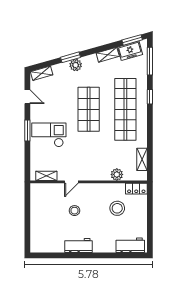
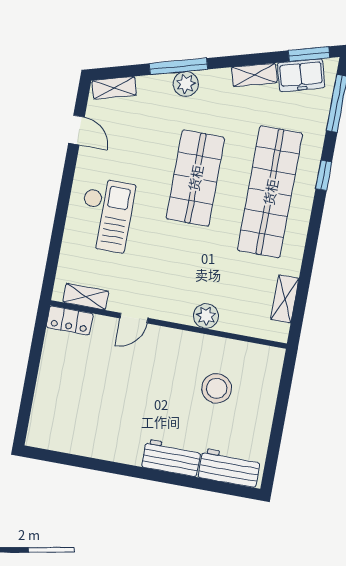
window: (71, 57) -> (178, 66), width x1.44
window: (27, 131) -> (64, 198), removed
checkout: (49, 135) -> (106, 215), turned 90
plant: (117, 174) -> (206, 316), moved
locker: (136, 189) -> (70, 320), moved
stool: (75, 211) -> (130, 377), removed
workbench: (78, 245) -> (171, 458), moved

